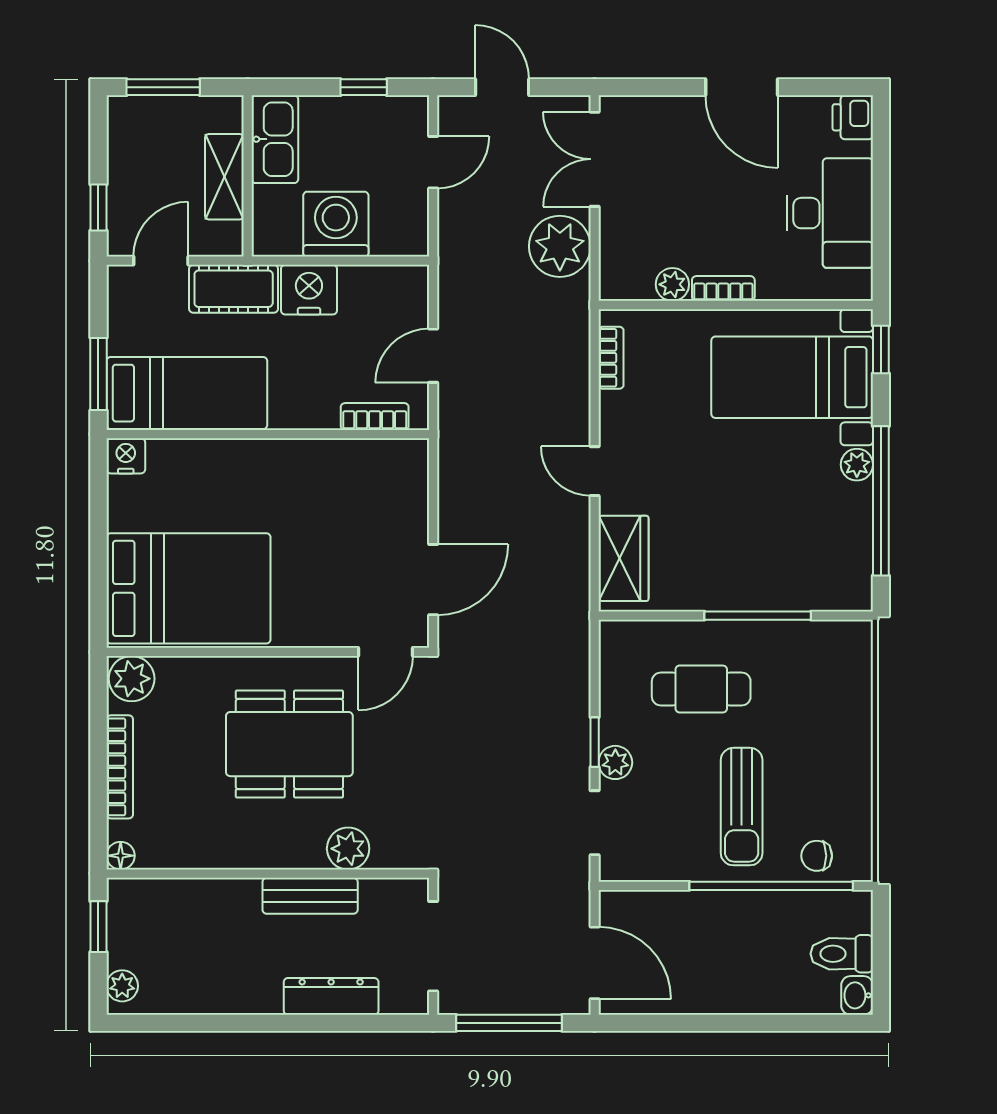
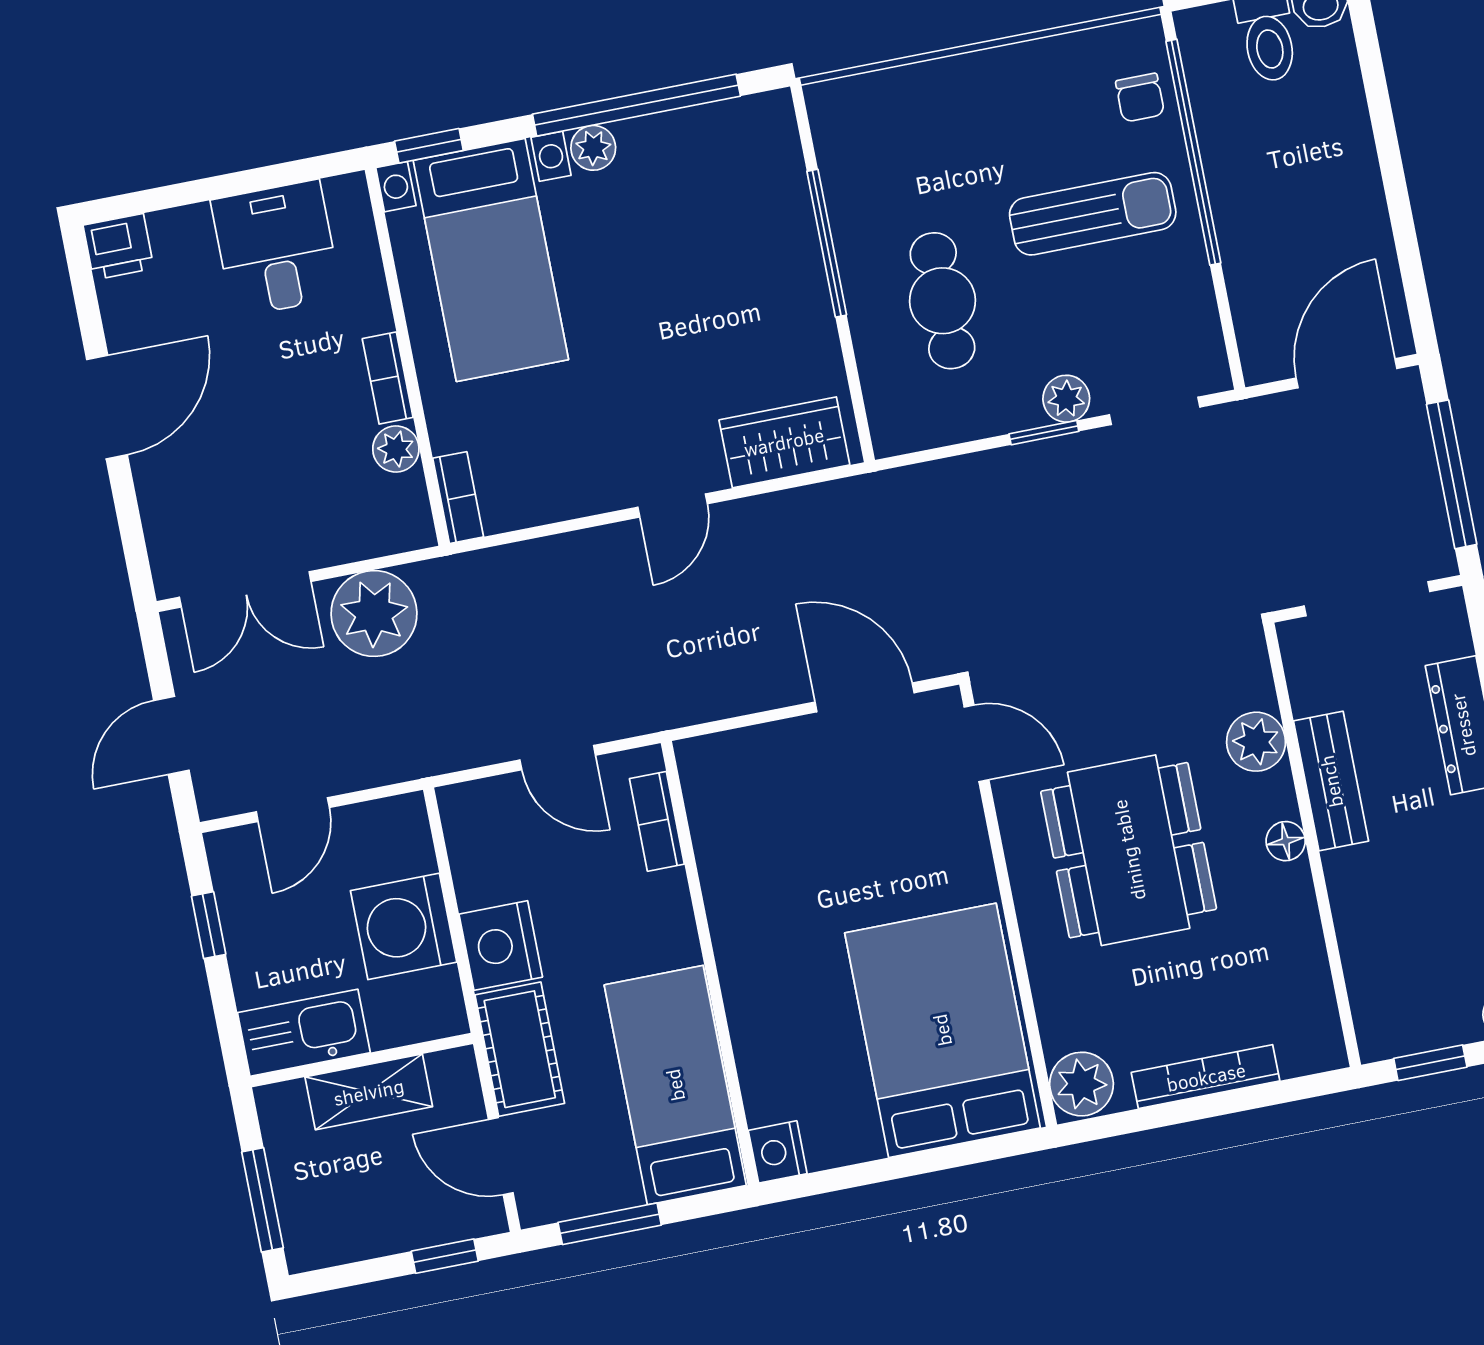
door: (433, 162) -> (293, 810), swing flipped
desk: (830, 213) -> (276, 249), width x0.73
bookcase: (611, 358) -> (458, 498), moved, turned 90
window: (98, 374) -> (610, 1224), moved
floor lamp: (121, 856) -> (1286, 841), moved

